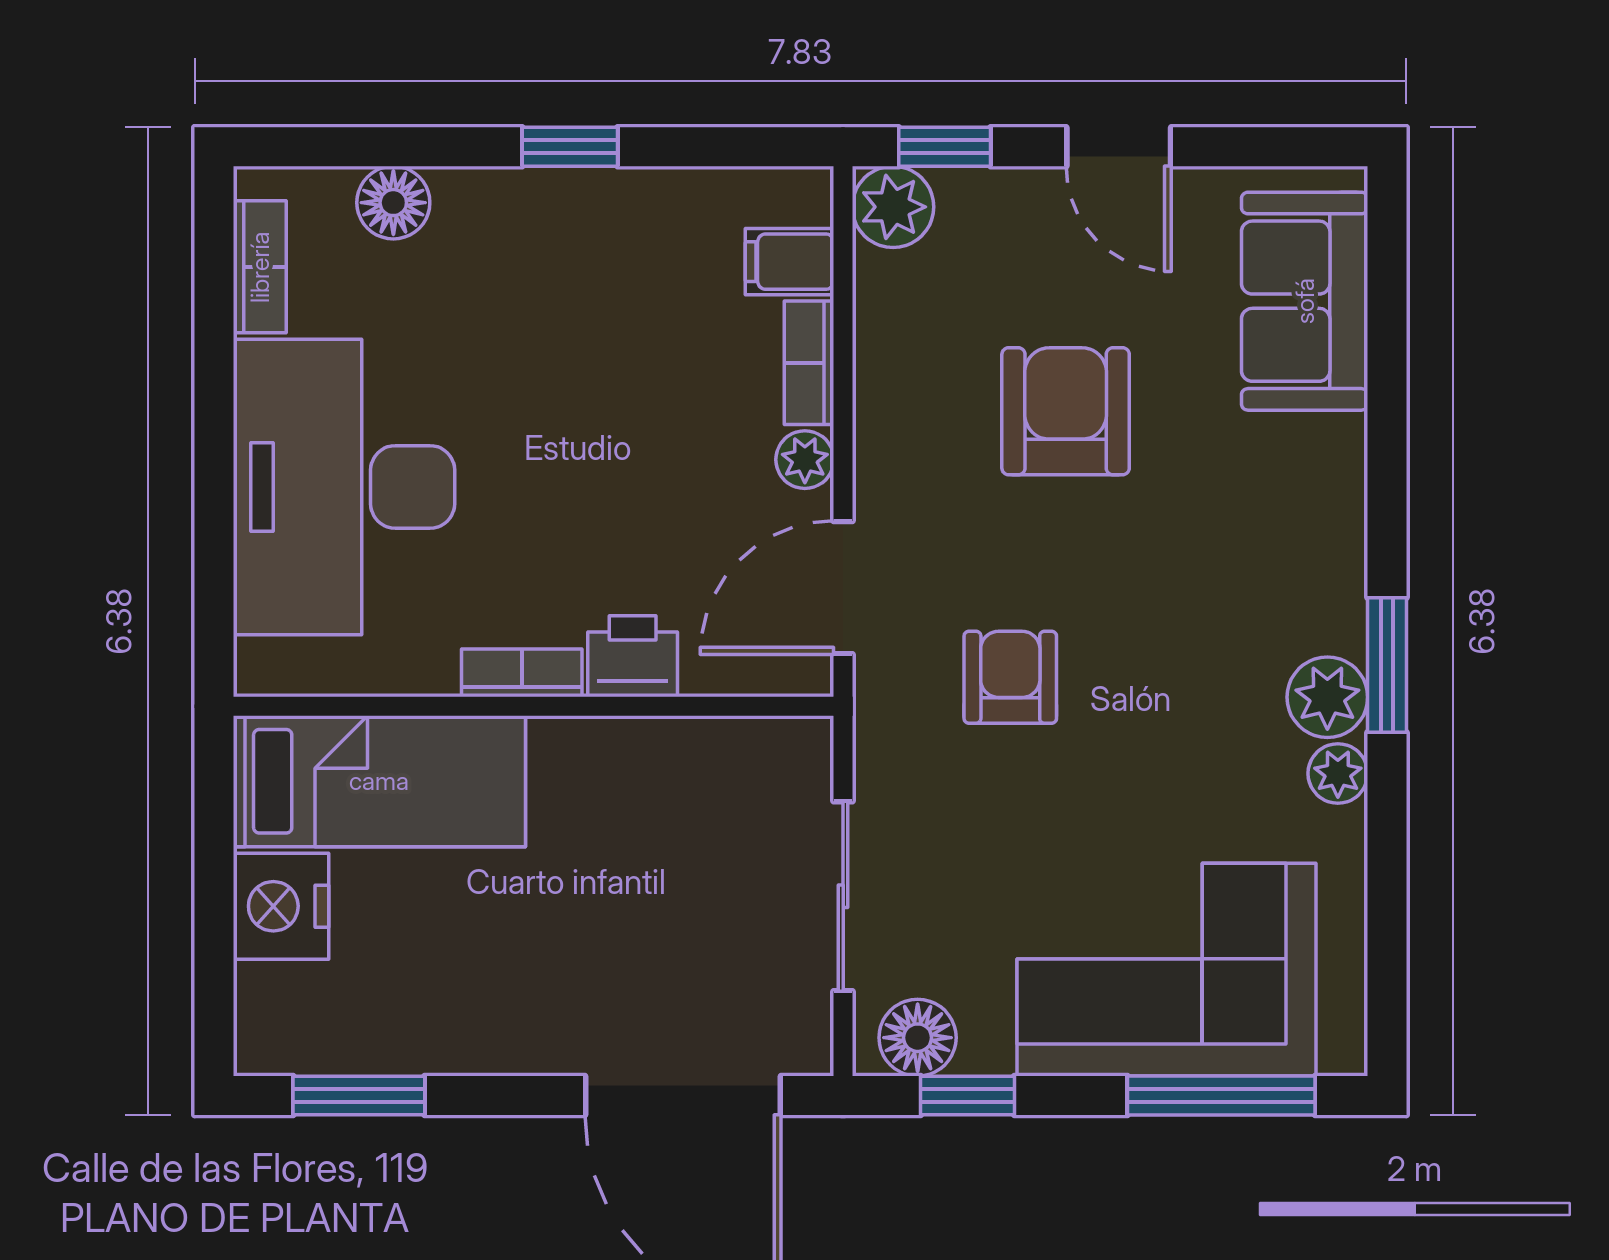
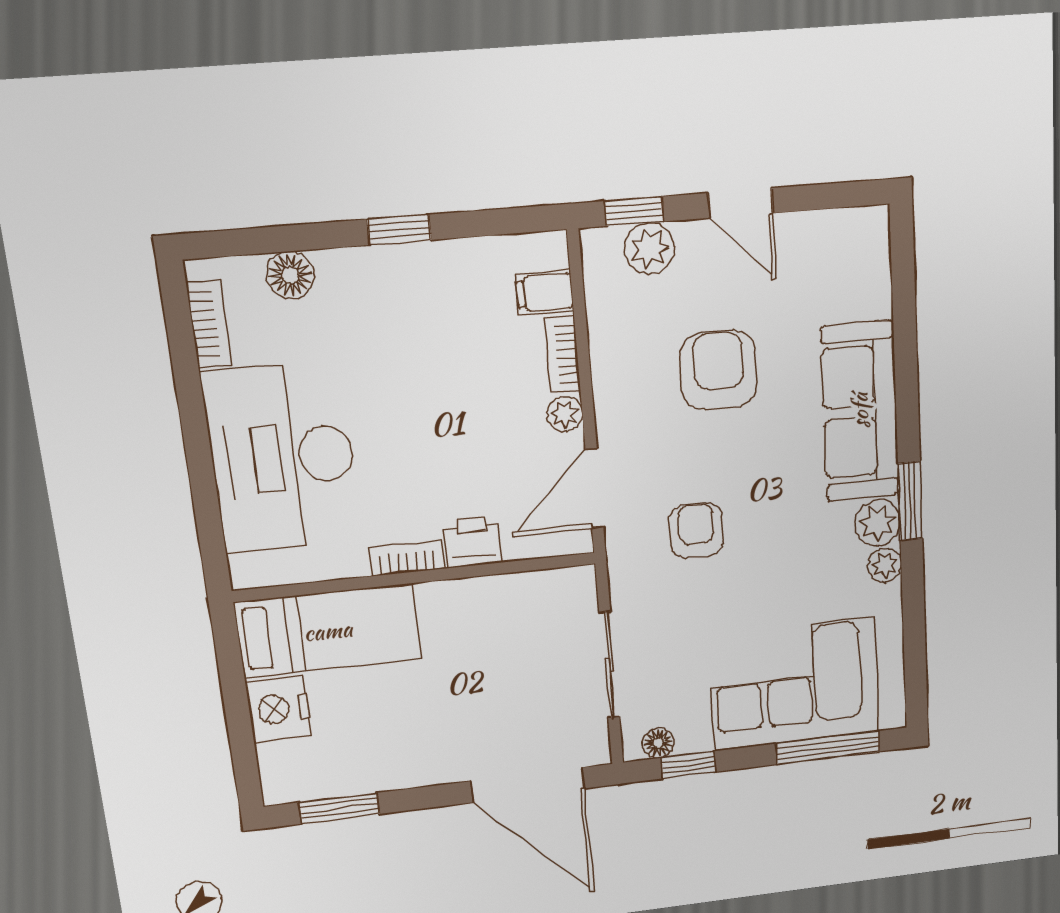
plant: (893, 207) -> (650, 249), moved
sofa: (1305, 301) -> (860, 411), moved, width x1.36
floor lamp: (918, 1038) -> (658, 743), width x0.73, depth x0.73

